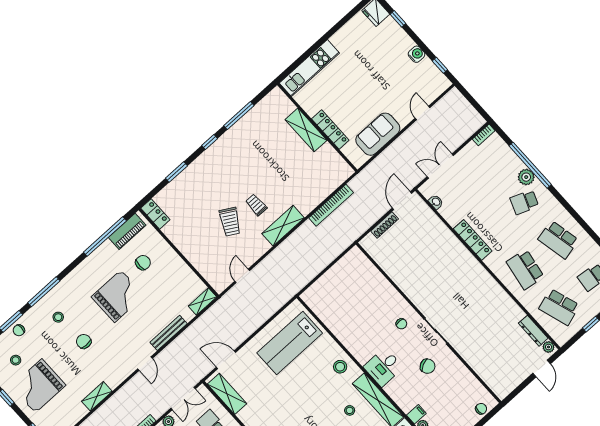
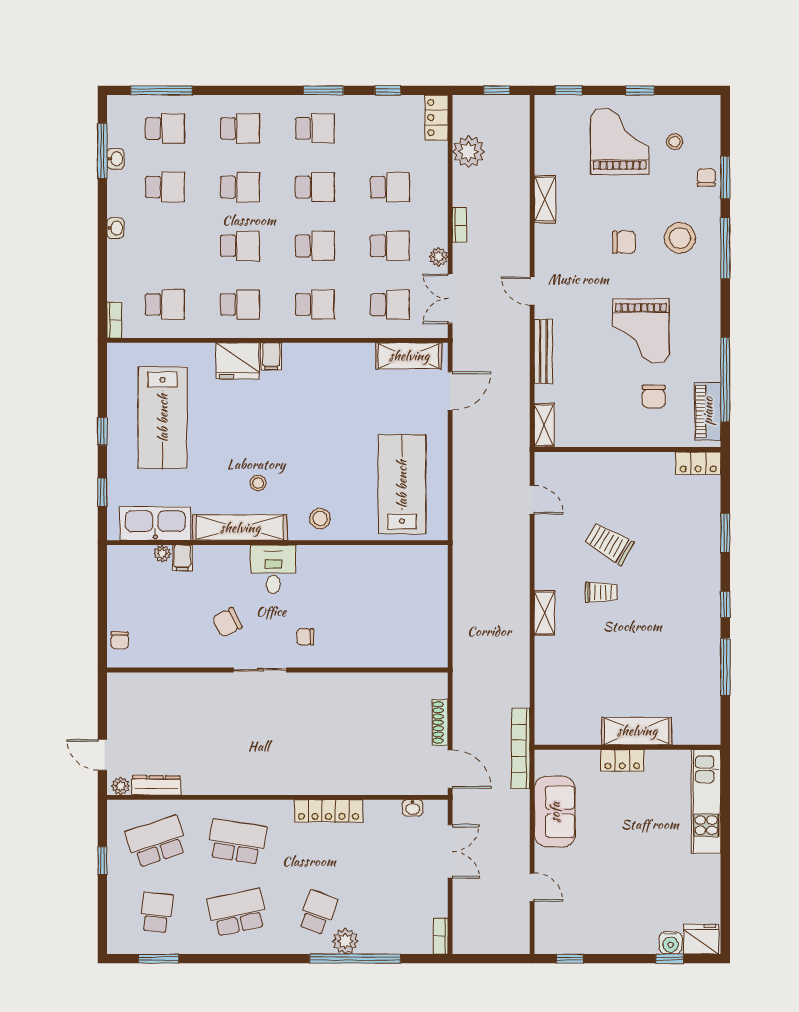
water cooler: (417, 54) -> (671, 943), moved
locker: (330, 130) -> (622, 760), width x0.66
bookcase: (331, 205) -> (521, 748), moved
shelving: (283, 226) -> (544, 613), width x0.67, depth x0.75
stool: (58, 317) -> (680, 238), width x1.89, depth x1.89

